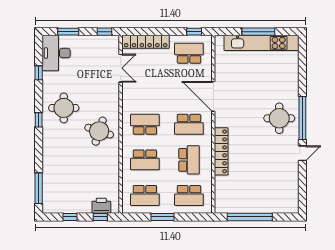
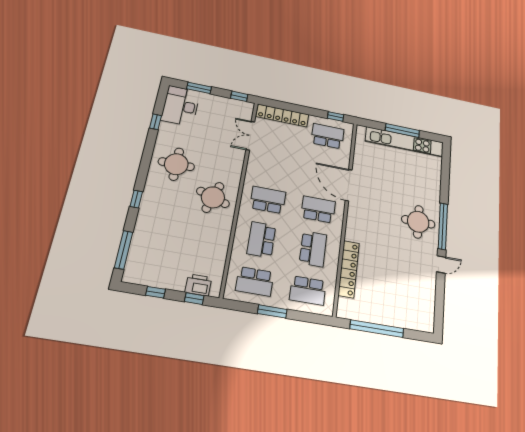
double door: (121, 68) -> (250, 136), swing flipped
window: (39, 120) -> (136, 199), moved
school desk: (189, 124) -> (318, 209), turned 180
locker: (221, 151) -> (349, 269), moved
school desk: (145, 160) -> (261, 240), turned 90

